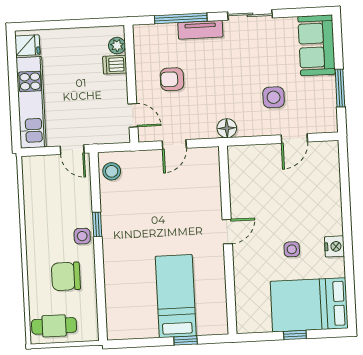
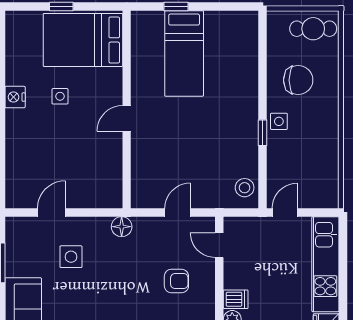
door: (72, 150) -> (285, 212), hinge flipped
bed: (309, 305) -> (83, 40), moved, turned 180

